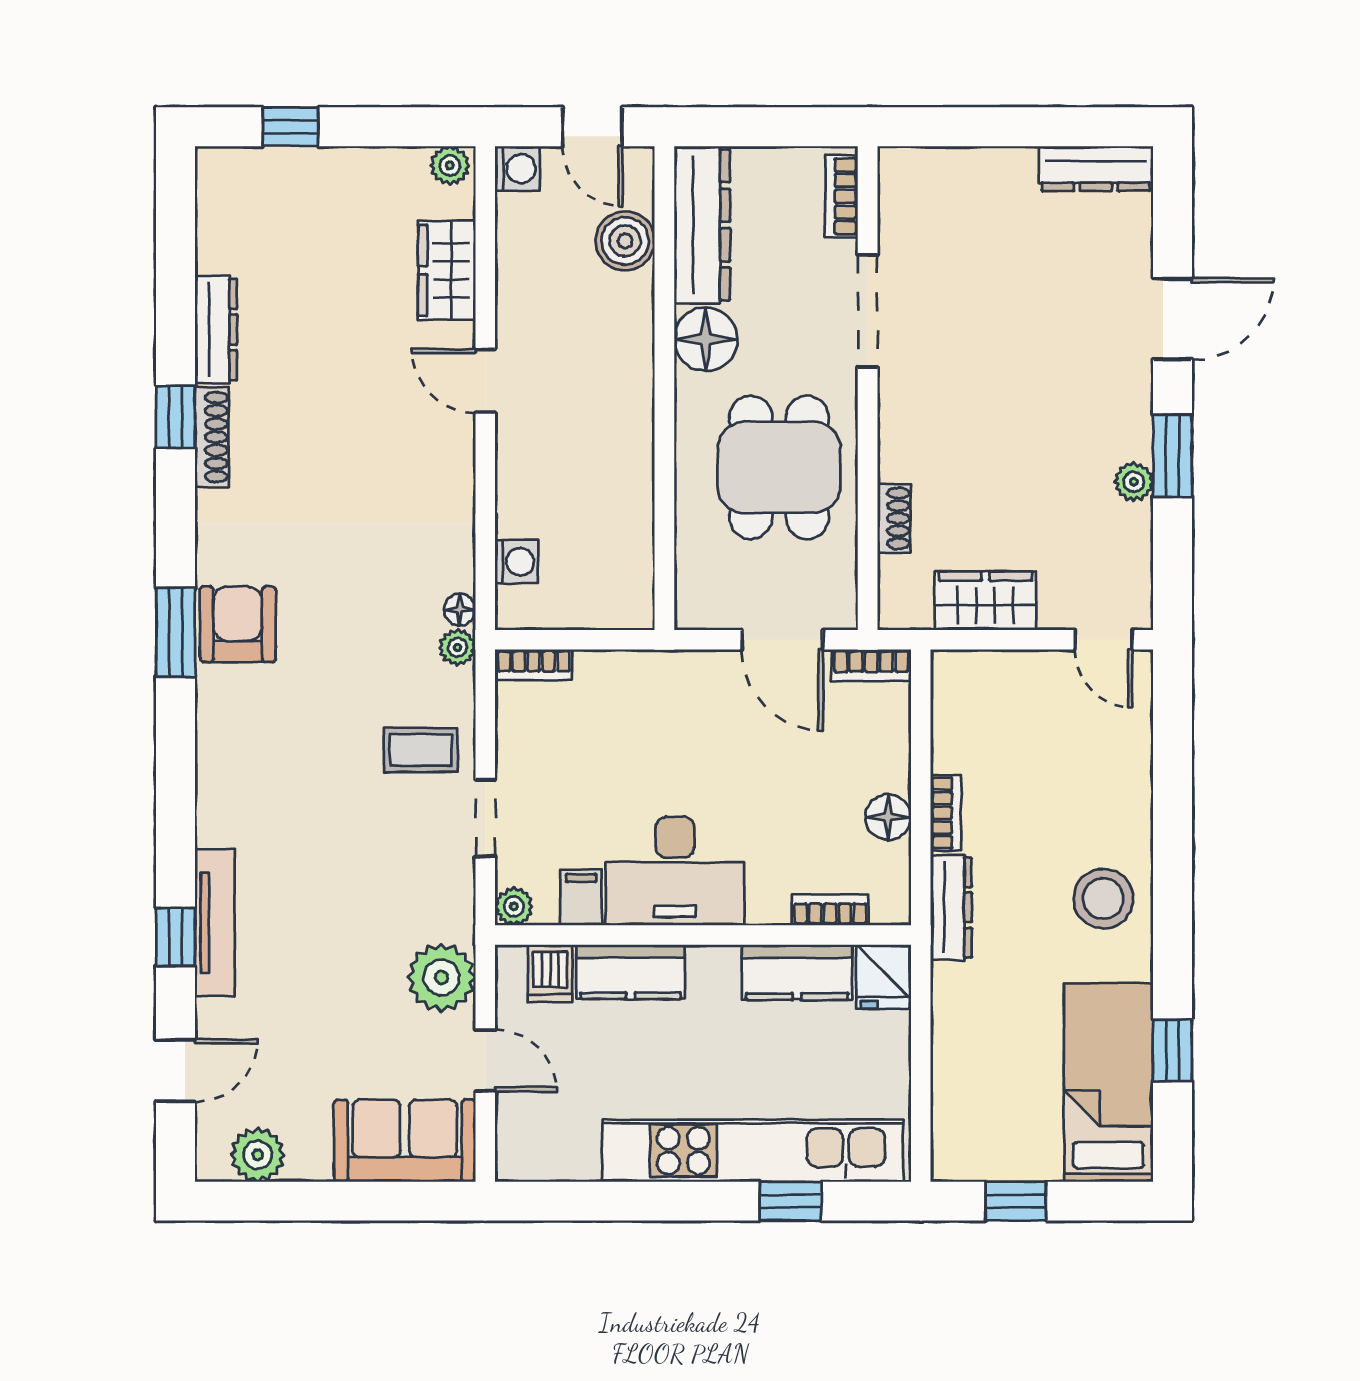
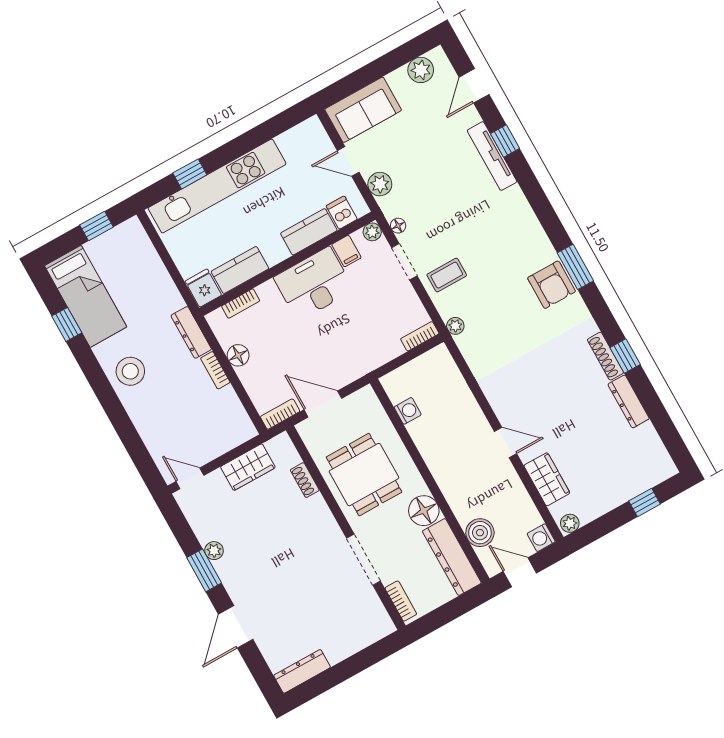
washing machine: (517, 562) -> (408, 411), moved, turned 180
floor lamp: (460, 610) -> (398, 226), moved
plant: (441, 977) -> (380, 184), width x0.73, depth x0.73

